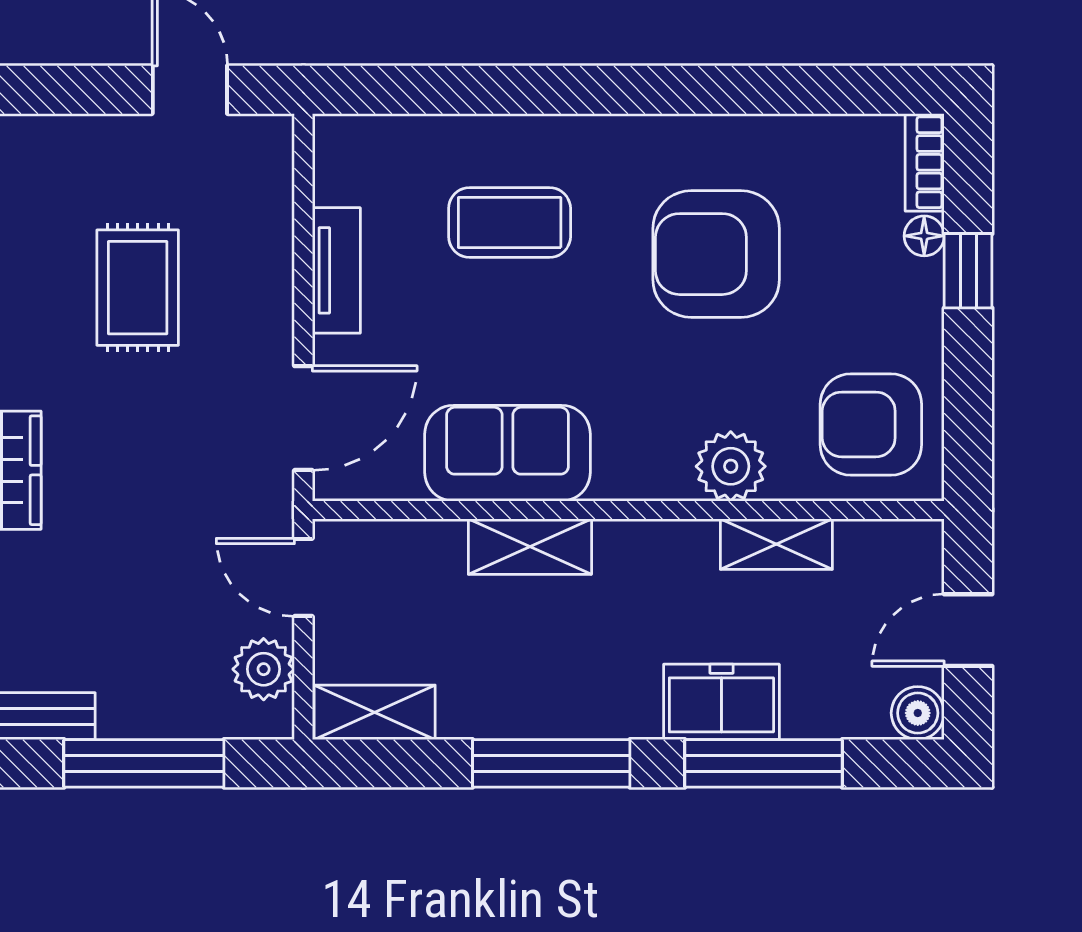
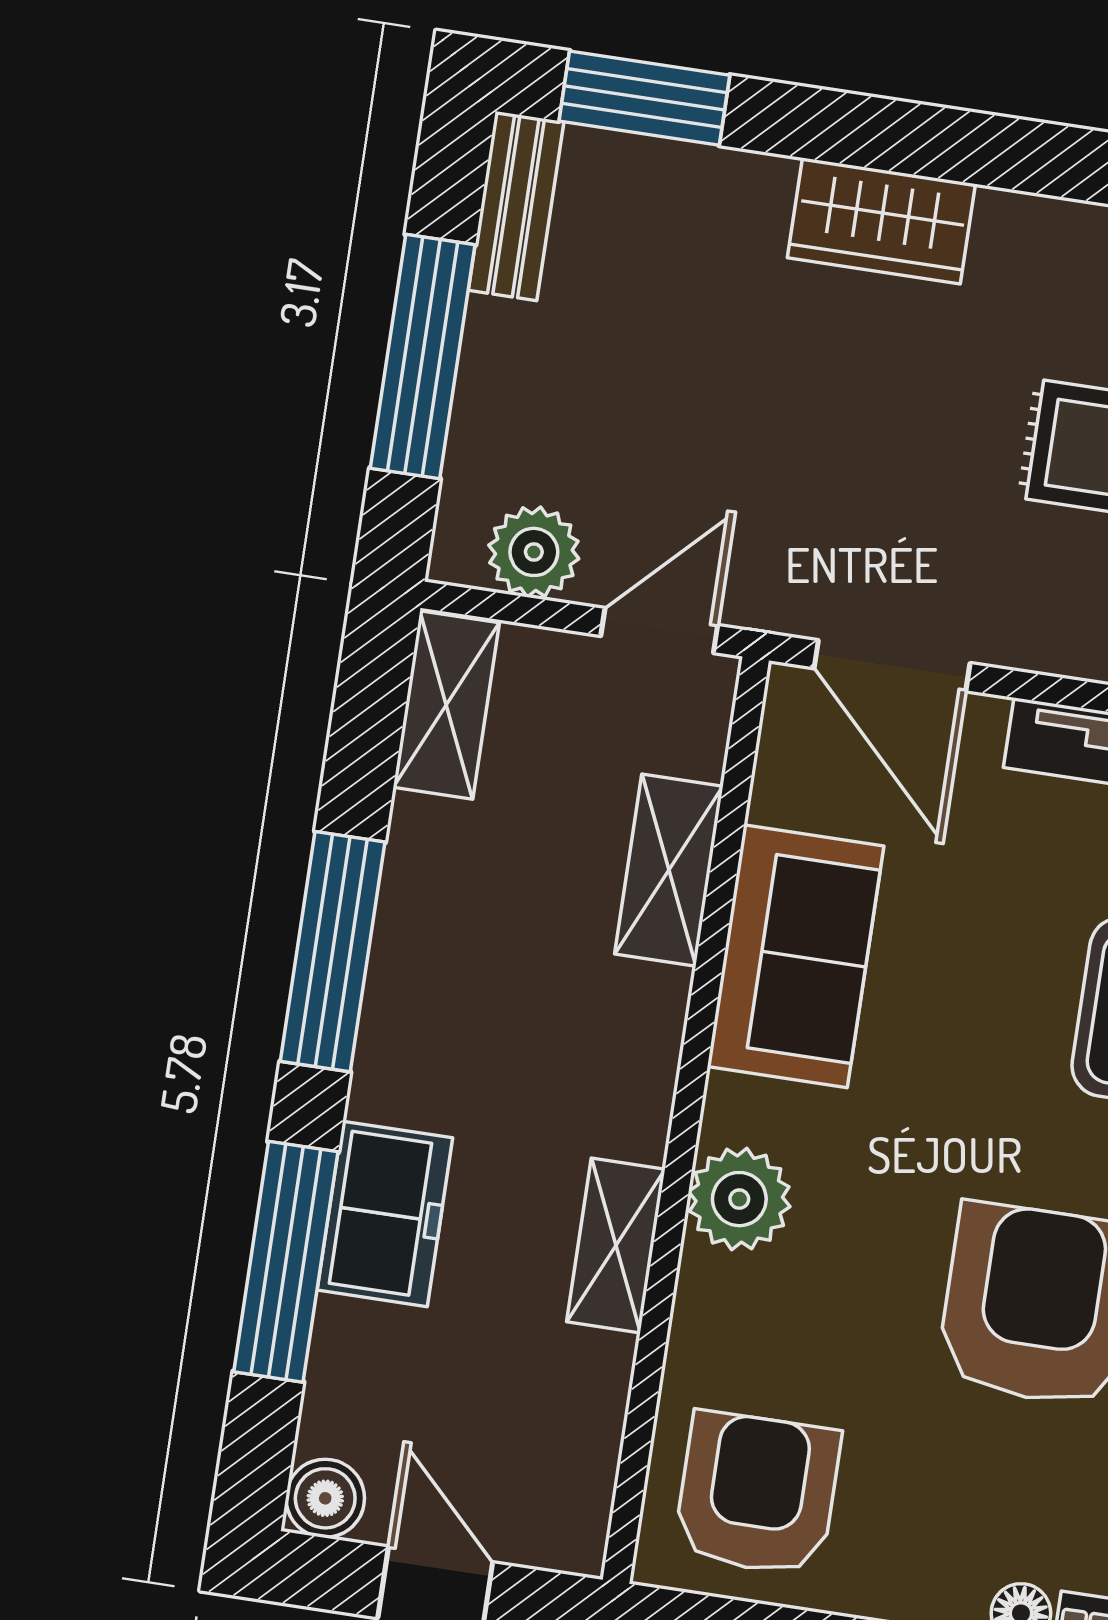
plant: (731, 466) -> (739, 1199), moved
shelving: (776, 544) -> (616, 1246), moved
shelving: (530, 547) -> (669, 870), moved

